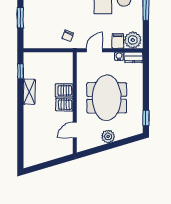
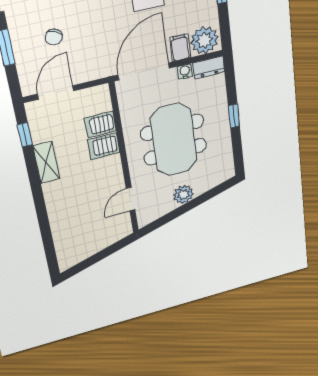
chair: (68, 36) -> (54, 37), moved
door: (42, 50) -> (56, 92), added
door: (95, 50) -> (144, 71), width x1.88
server rack: (64, 105) -> (100, 124), moved
window: (146, 118) -> (234, 116), moved

